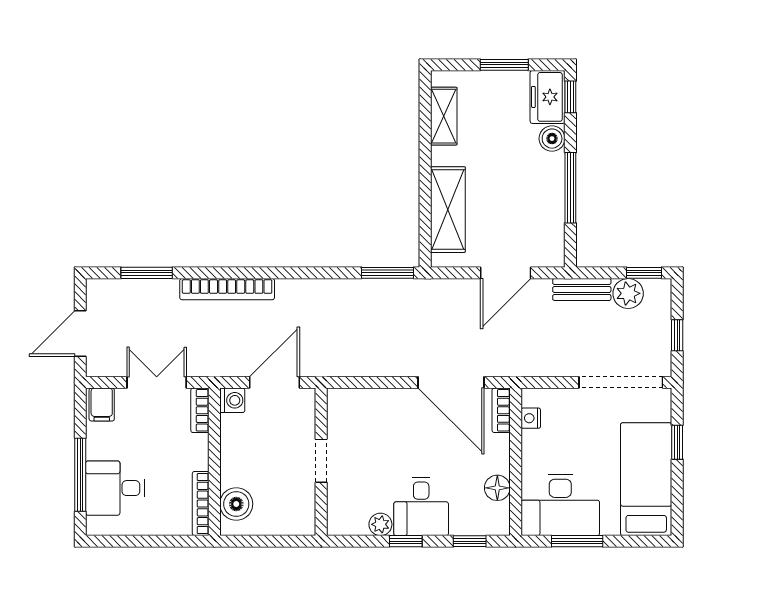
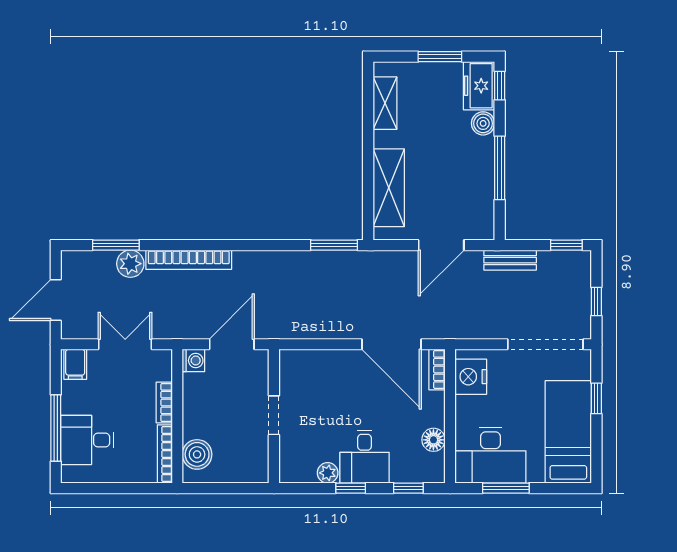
plant: (628, 293) -> (130, 264), moved
bookcase: (200, 410) -> (164, 402), moved
nightstand: (531, 418) -> (471, 377), width x1.89, depth x1.79

